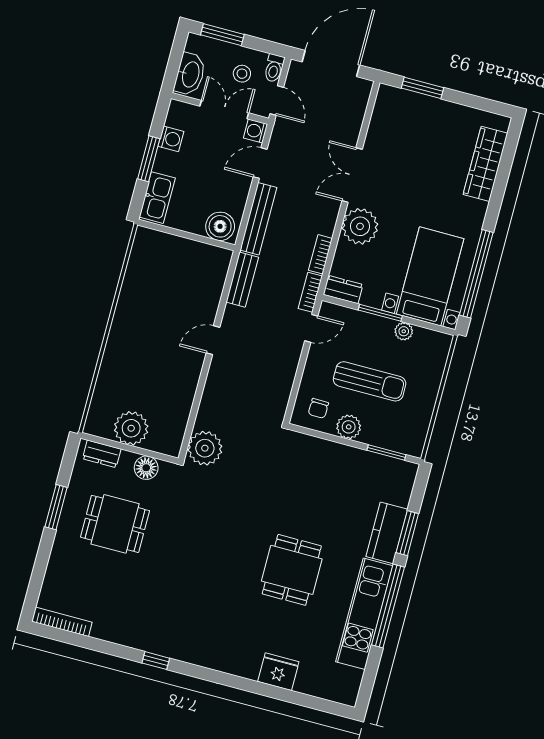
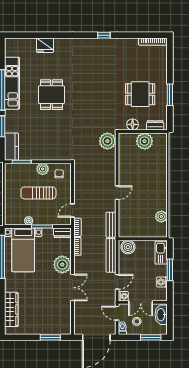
plant: (138, 269) -> (161, 217), added
kitchen counter: (387, 533) -> (11, 147), moved

